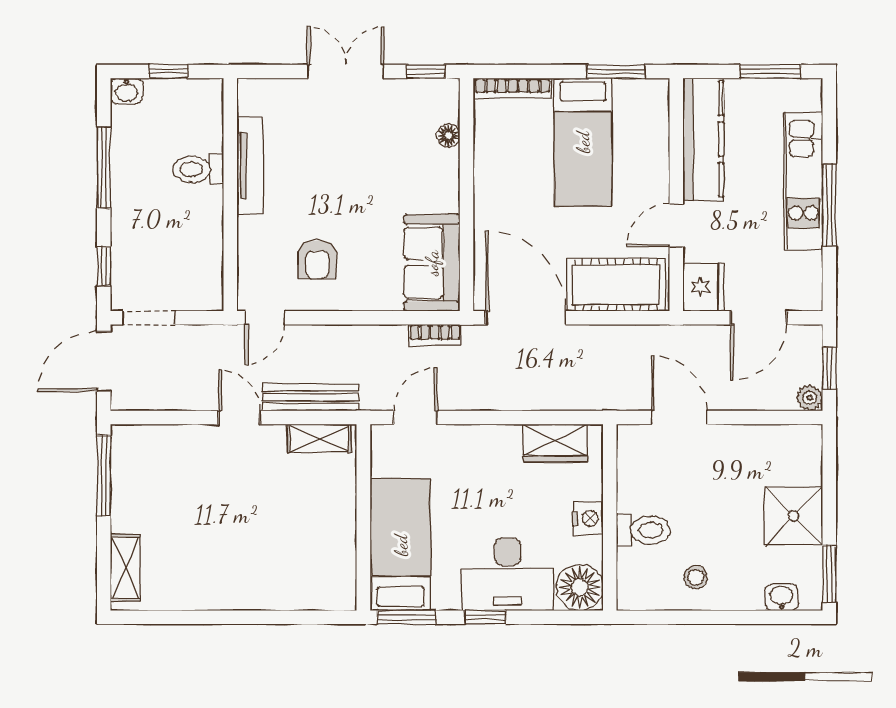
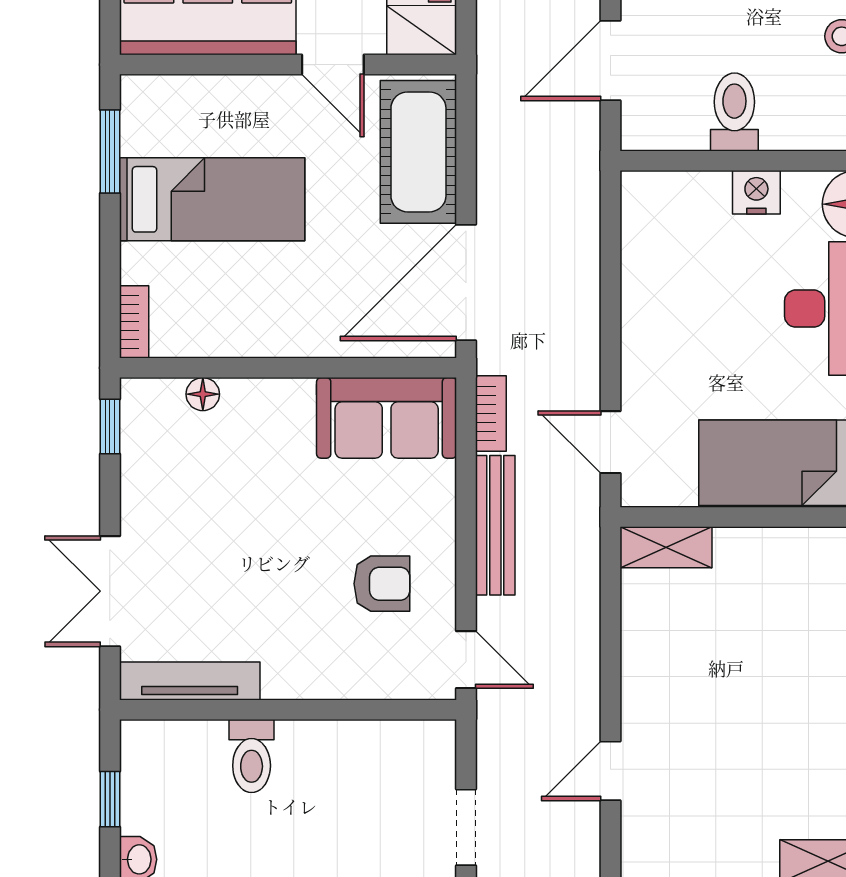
double door: (346, 71) -> (110, 591), moved
bookcase: (512, 88) -> (134, 322), width x0.64
tv unit: (250, 166) -> (190, 681), moved
bench: (311, 397) -> (495, 525), moved
door: (239, 418) -> (611, 771), moved
shelving: (319, 438) -> (666, 547), moved, turned 90
wardrobe: (555, 443) -> (647, 240), removed
toilet: (643, 530) -> (734, 112), moved

